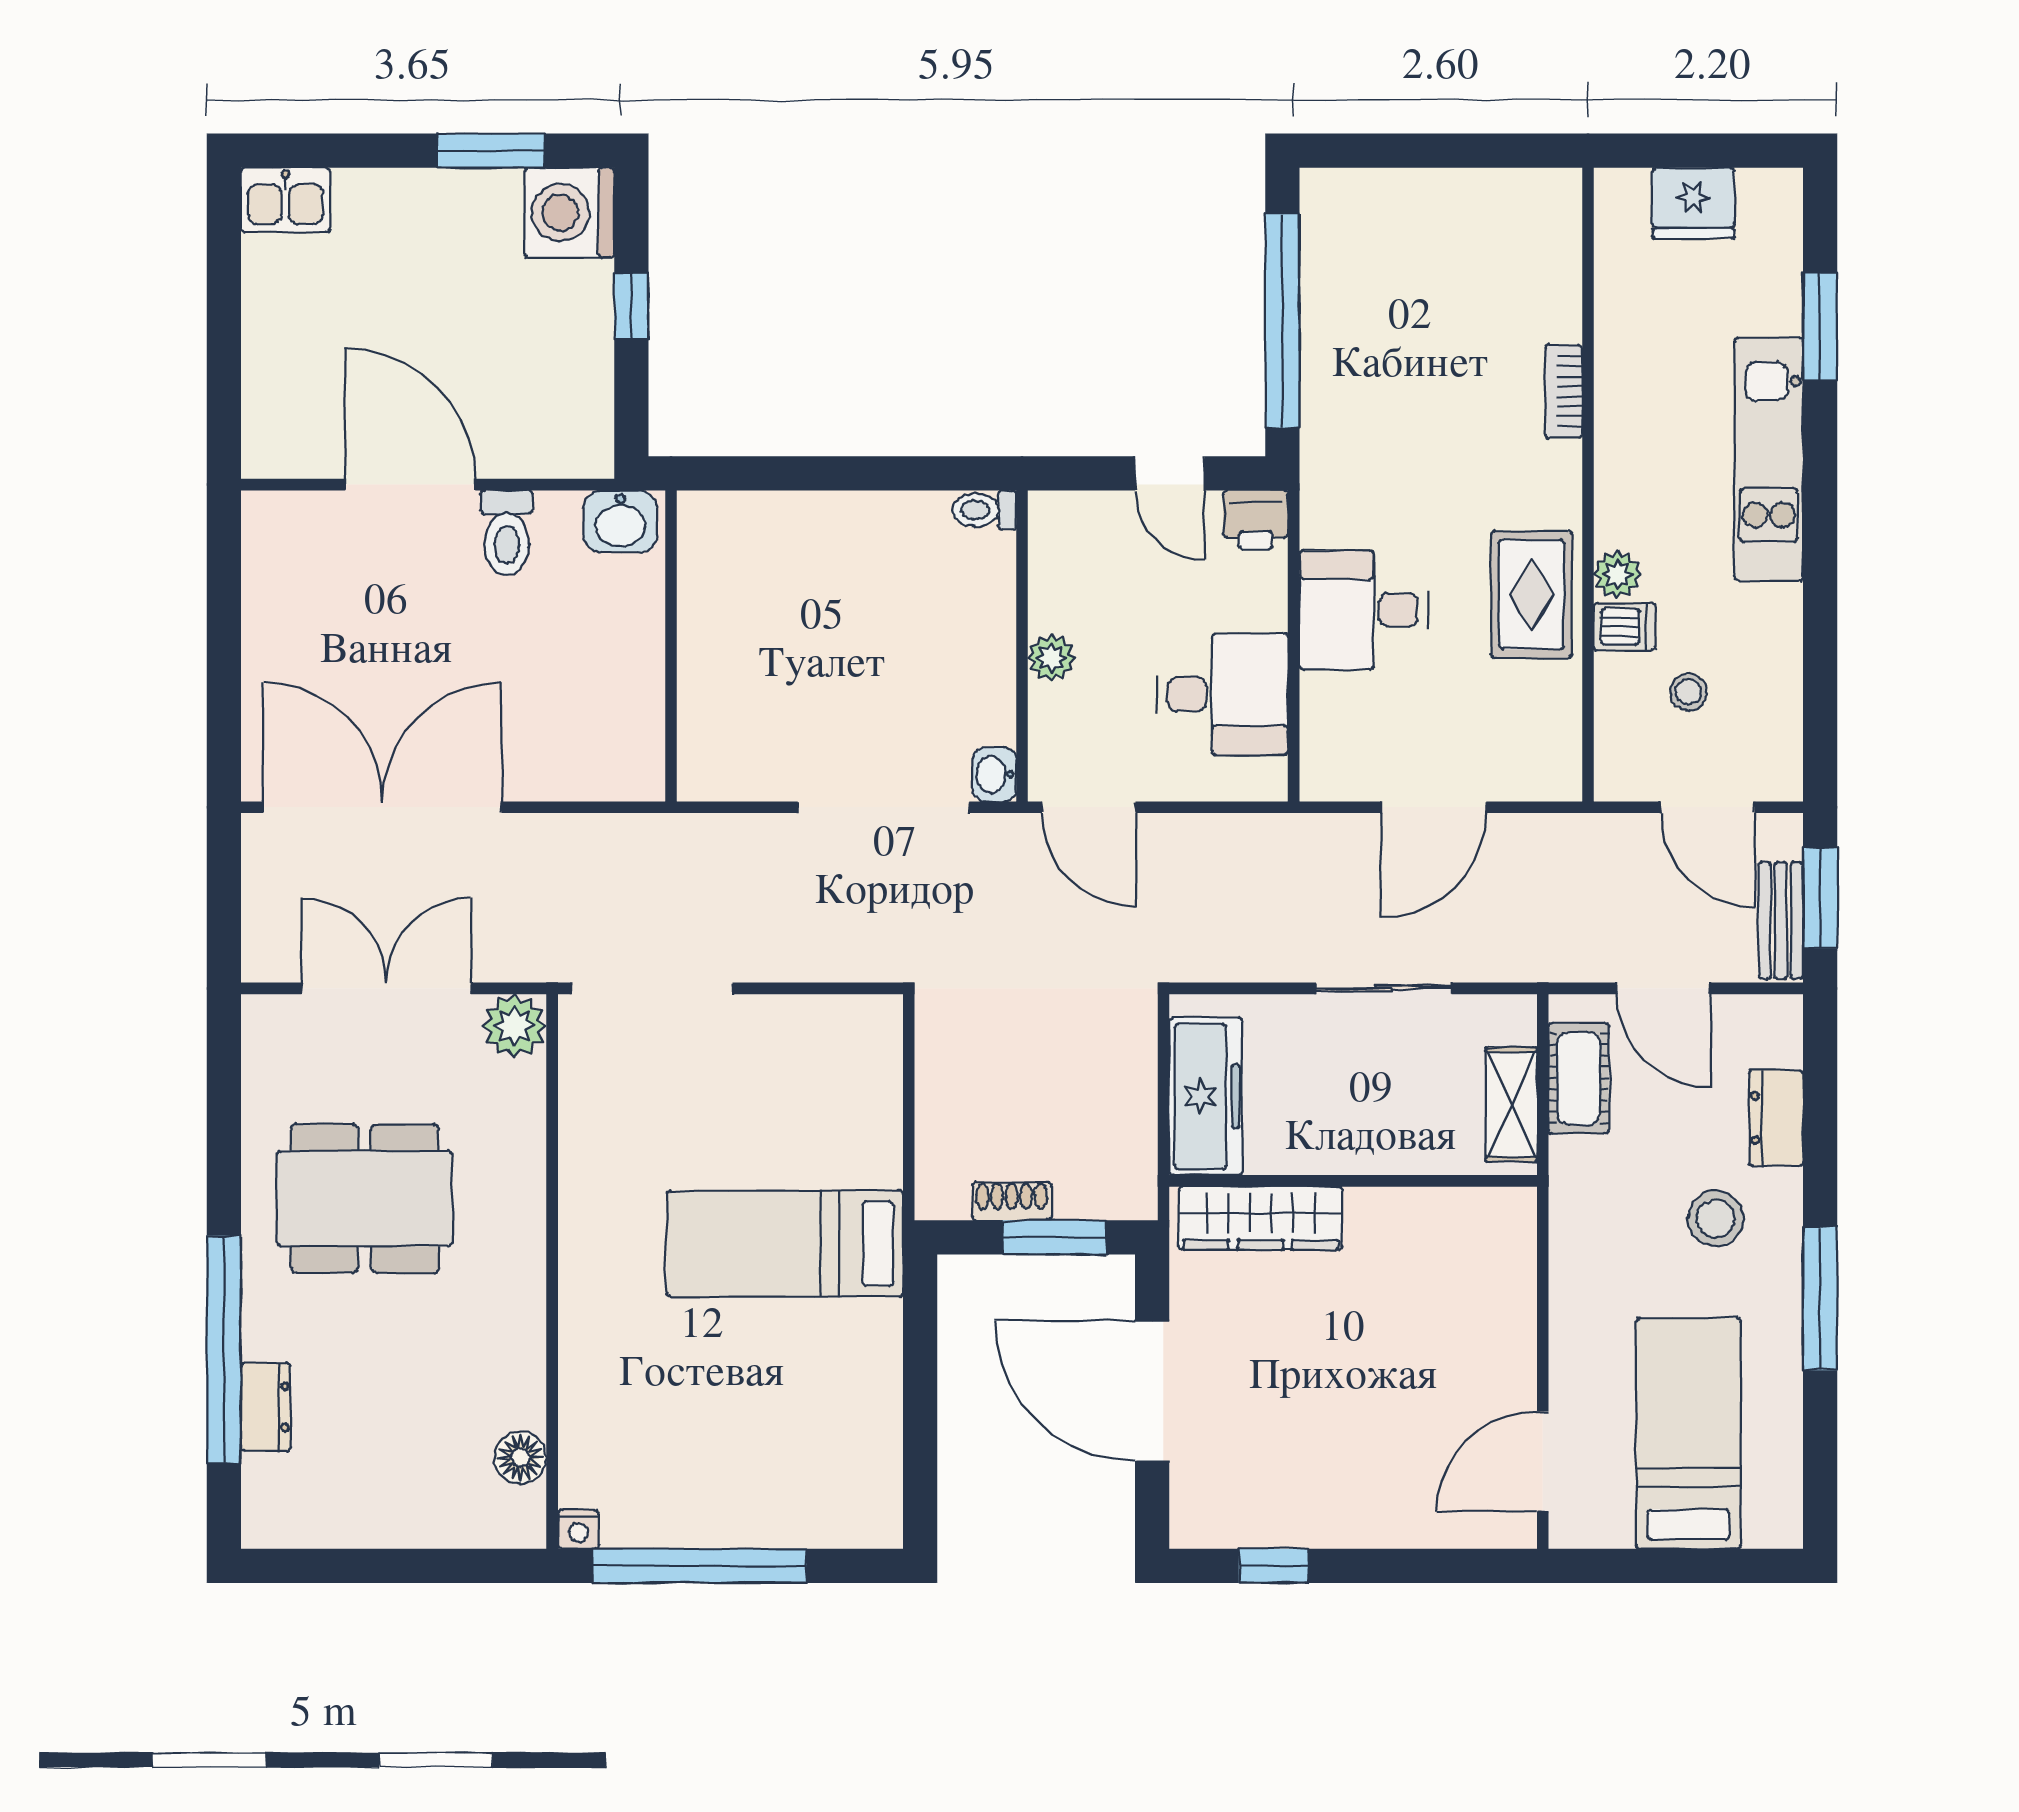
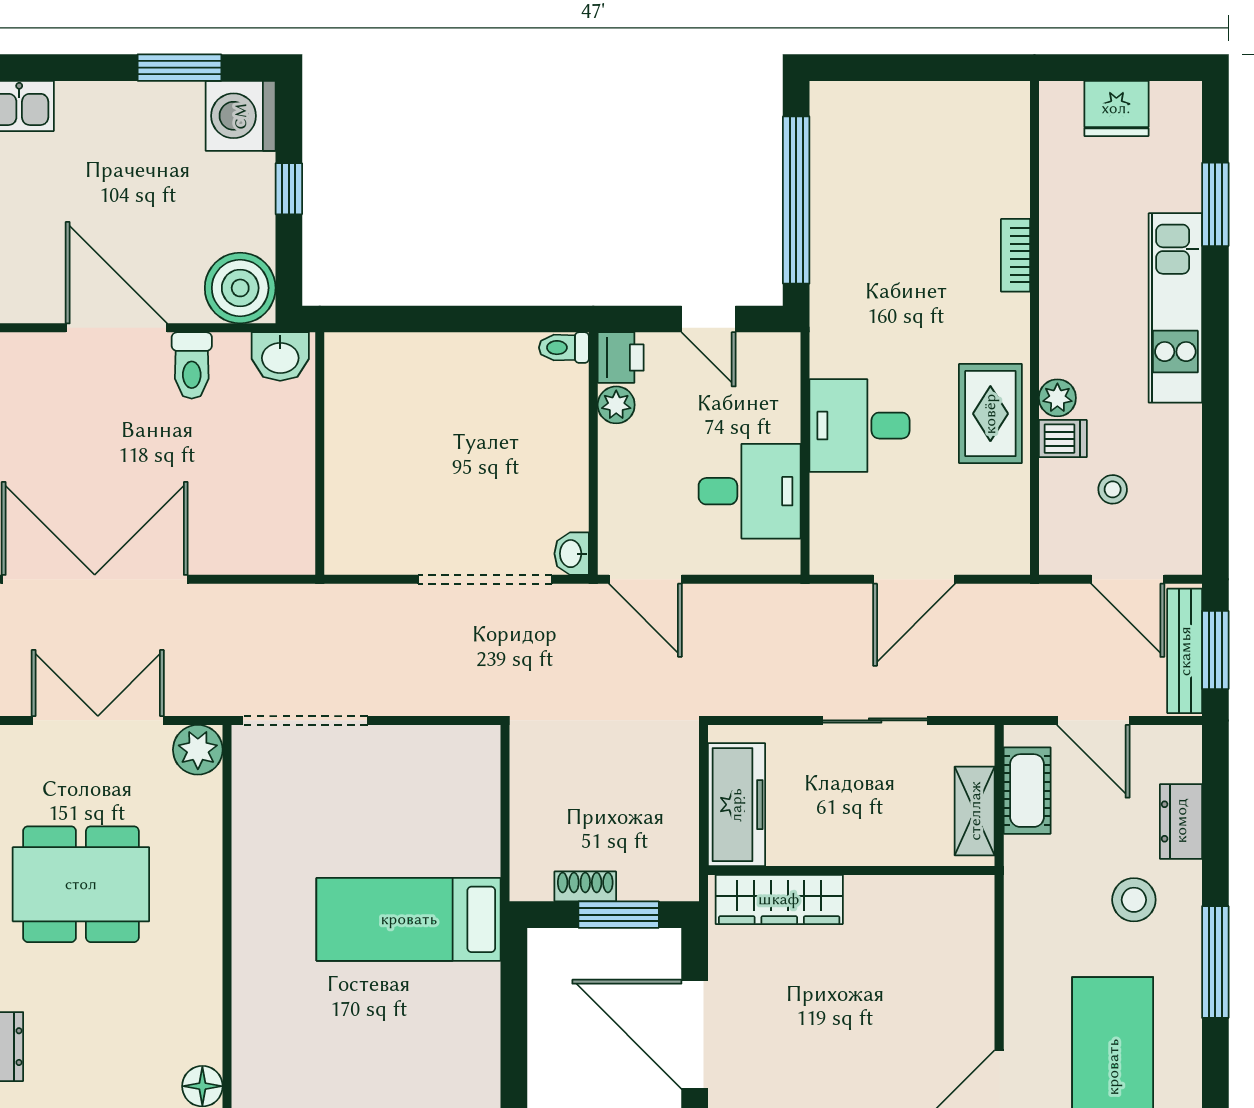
boiler: (569, 433) -> (240, 288), added
printer: (1256, 520) -> (621, 358), moved, turned -90
plant: (1051, 658) -> (616, 405), moved
bench: (1781, 920) -> (1185, 651), width x1.36

